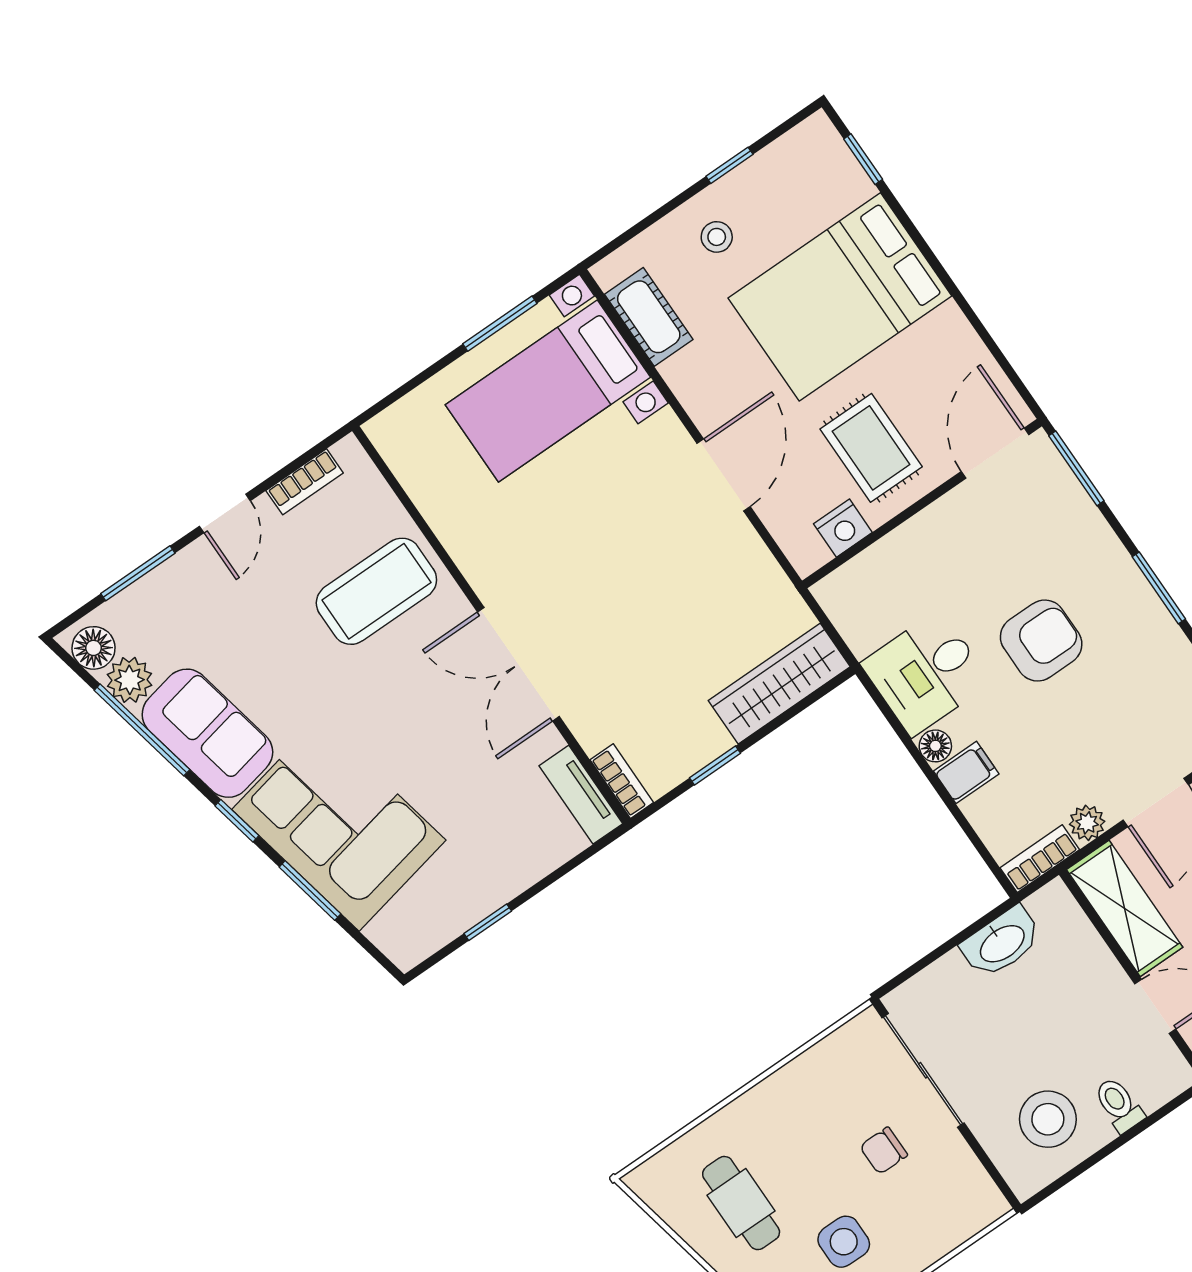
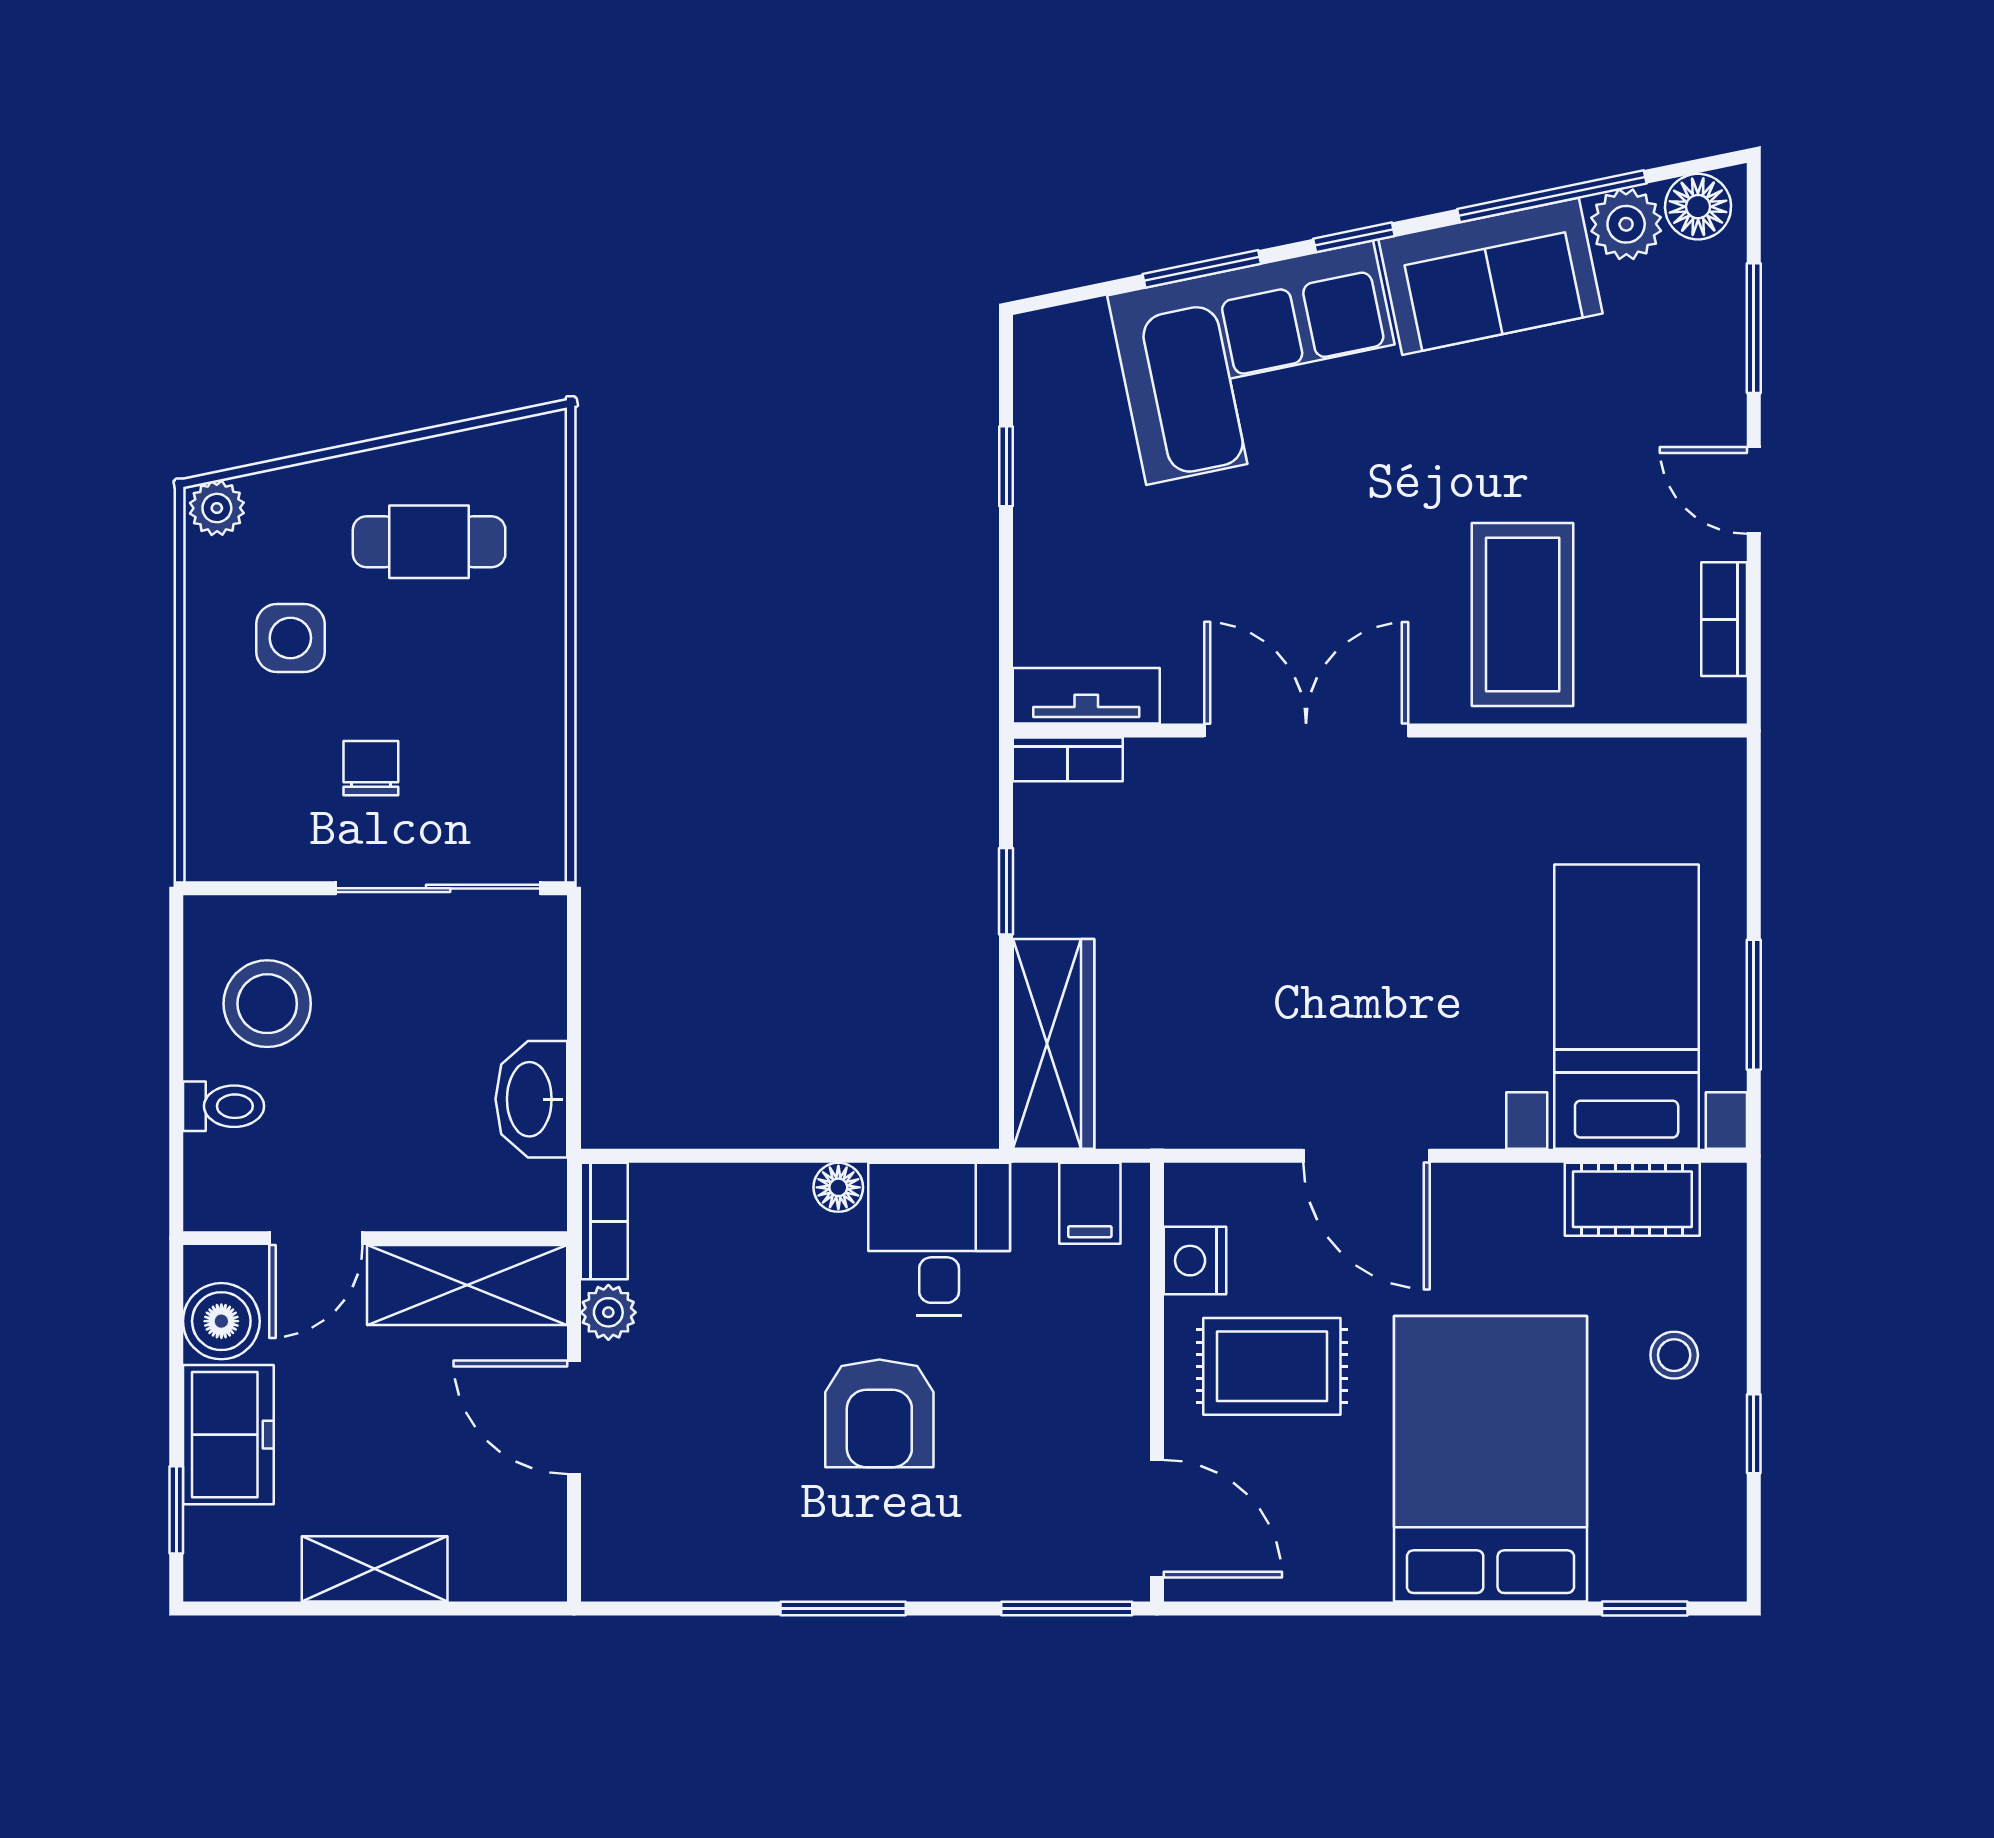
filing cabinet: (966, 772) -> (1090, 1203), moved

